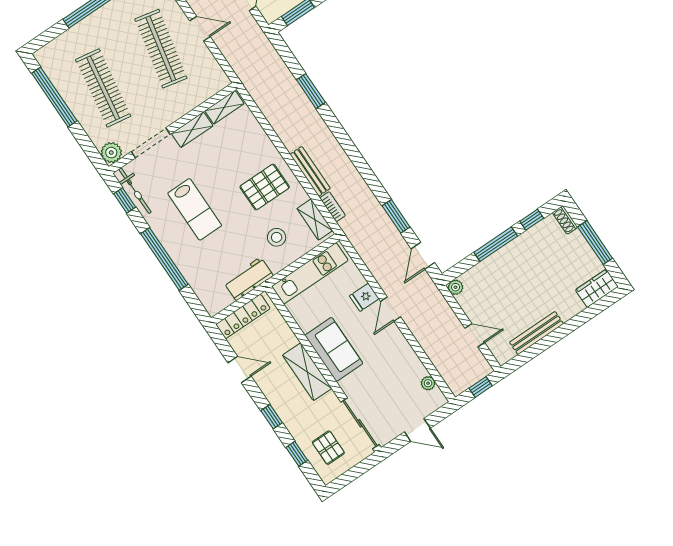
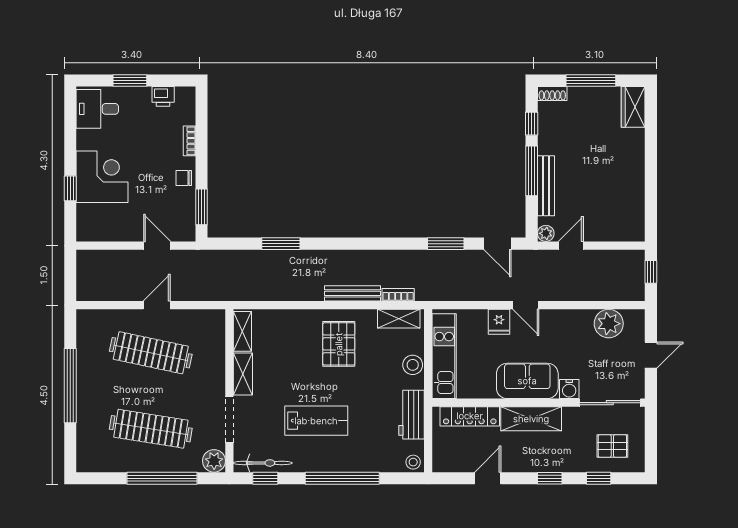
window: (54, 97) -> (162, 478), moved
stool: (277, 237) -> (413, 365), moved
stool: (213, 305) -> (413, 462), added
locker: (243, 316) -> (470, 416), moved, turned 90
bench: (537, 333) -> (546, 186), moved
door: (475, 335) -> (571, 246), moved
plant: (428, 383) -> (609, 324), width x1.88, depth x1.88
water cooler: (349, 385) -> (569, 389), added

